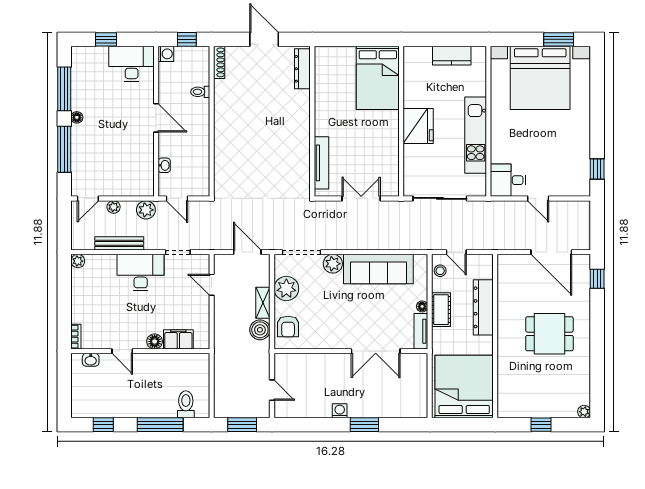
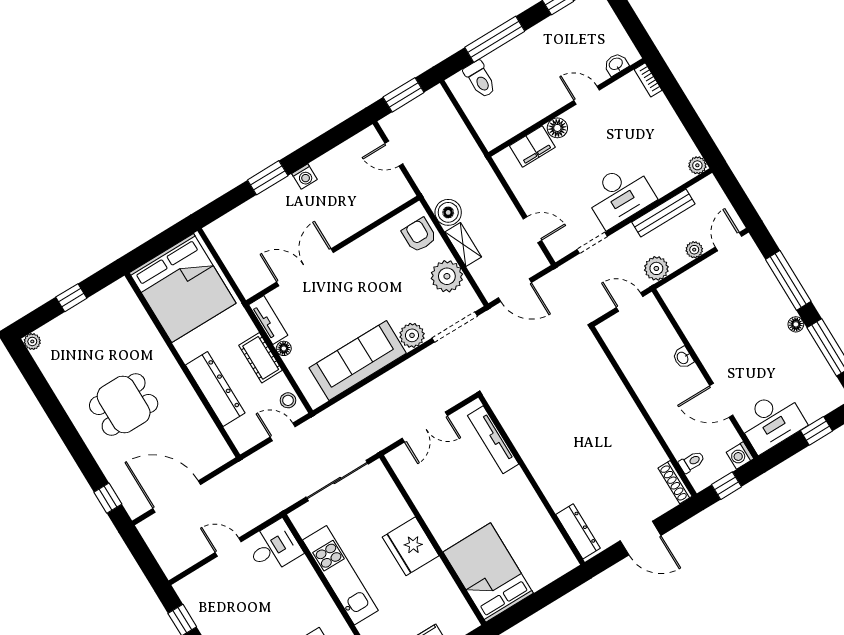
toilet: (200, 92) -> (692, 462), moved
door: (156, 118) -> (721, 400), moved
washbasin: (164, 165) -> (683, 358), moved

